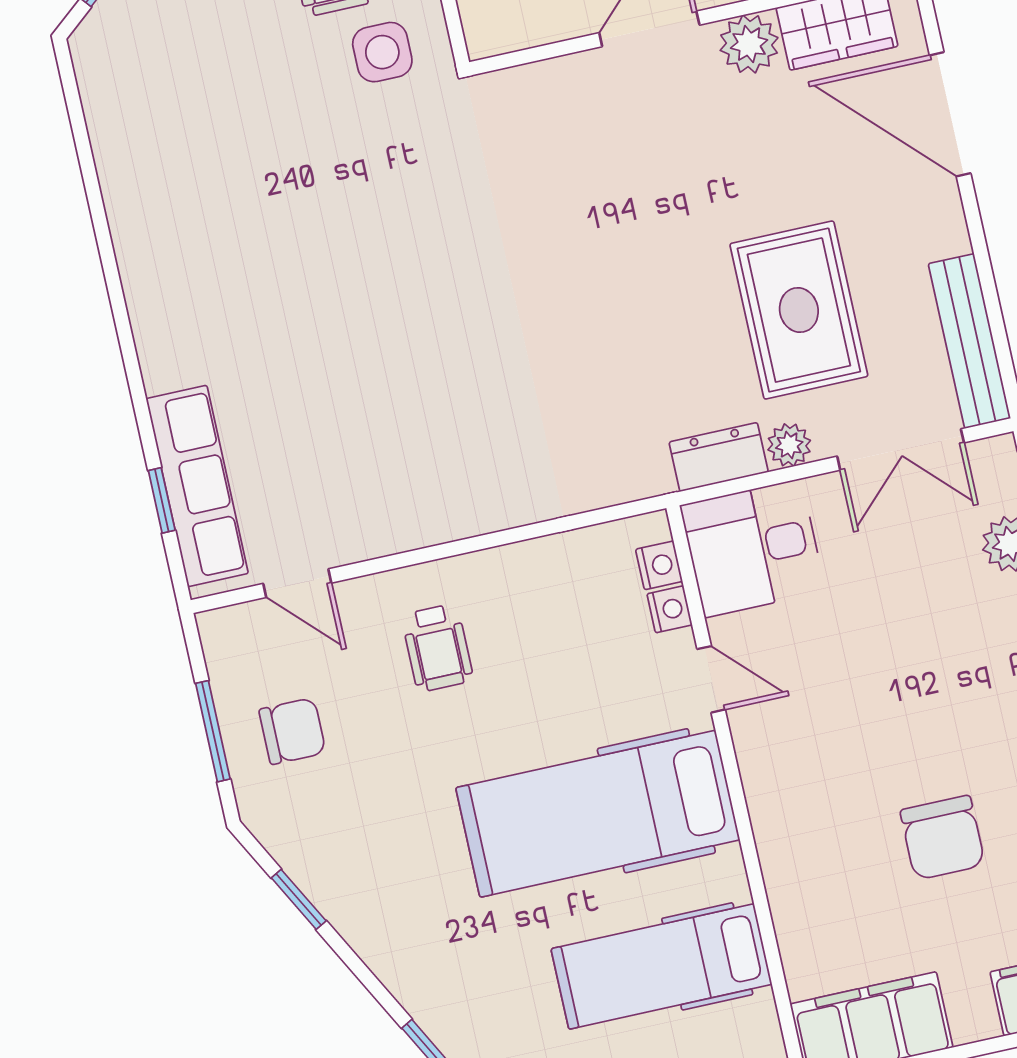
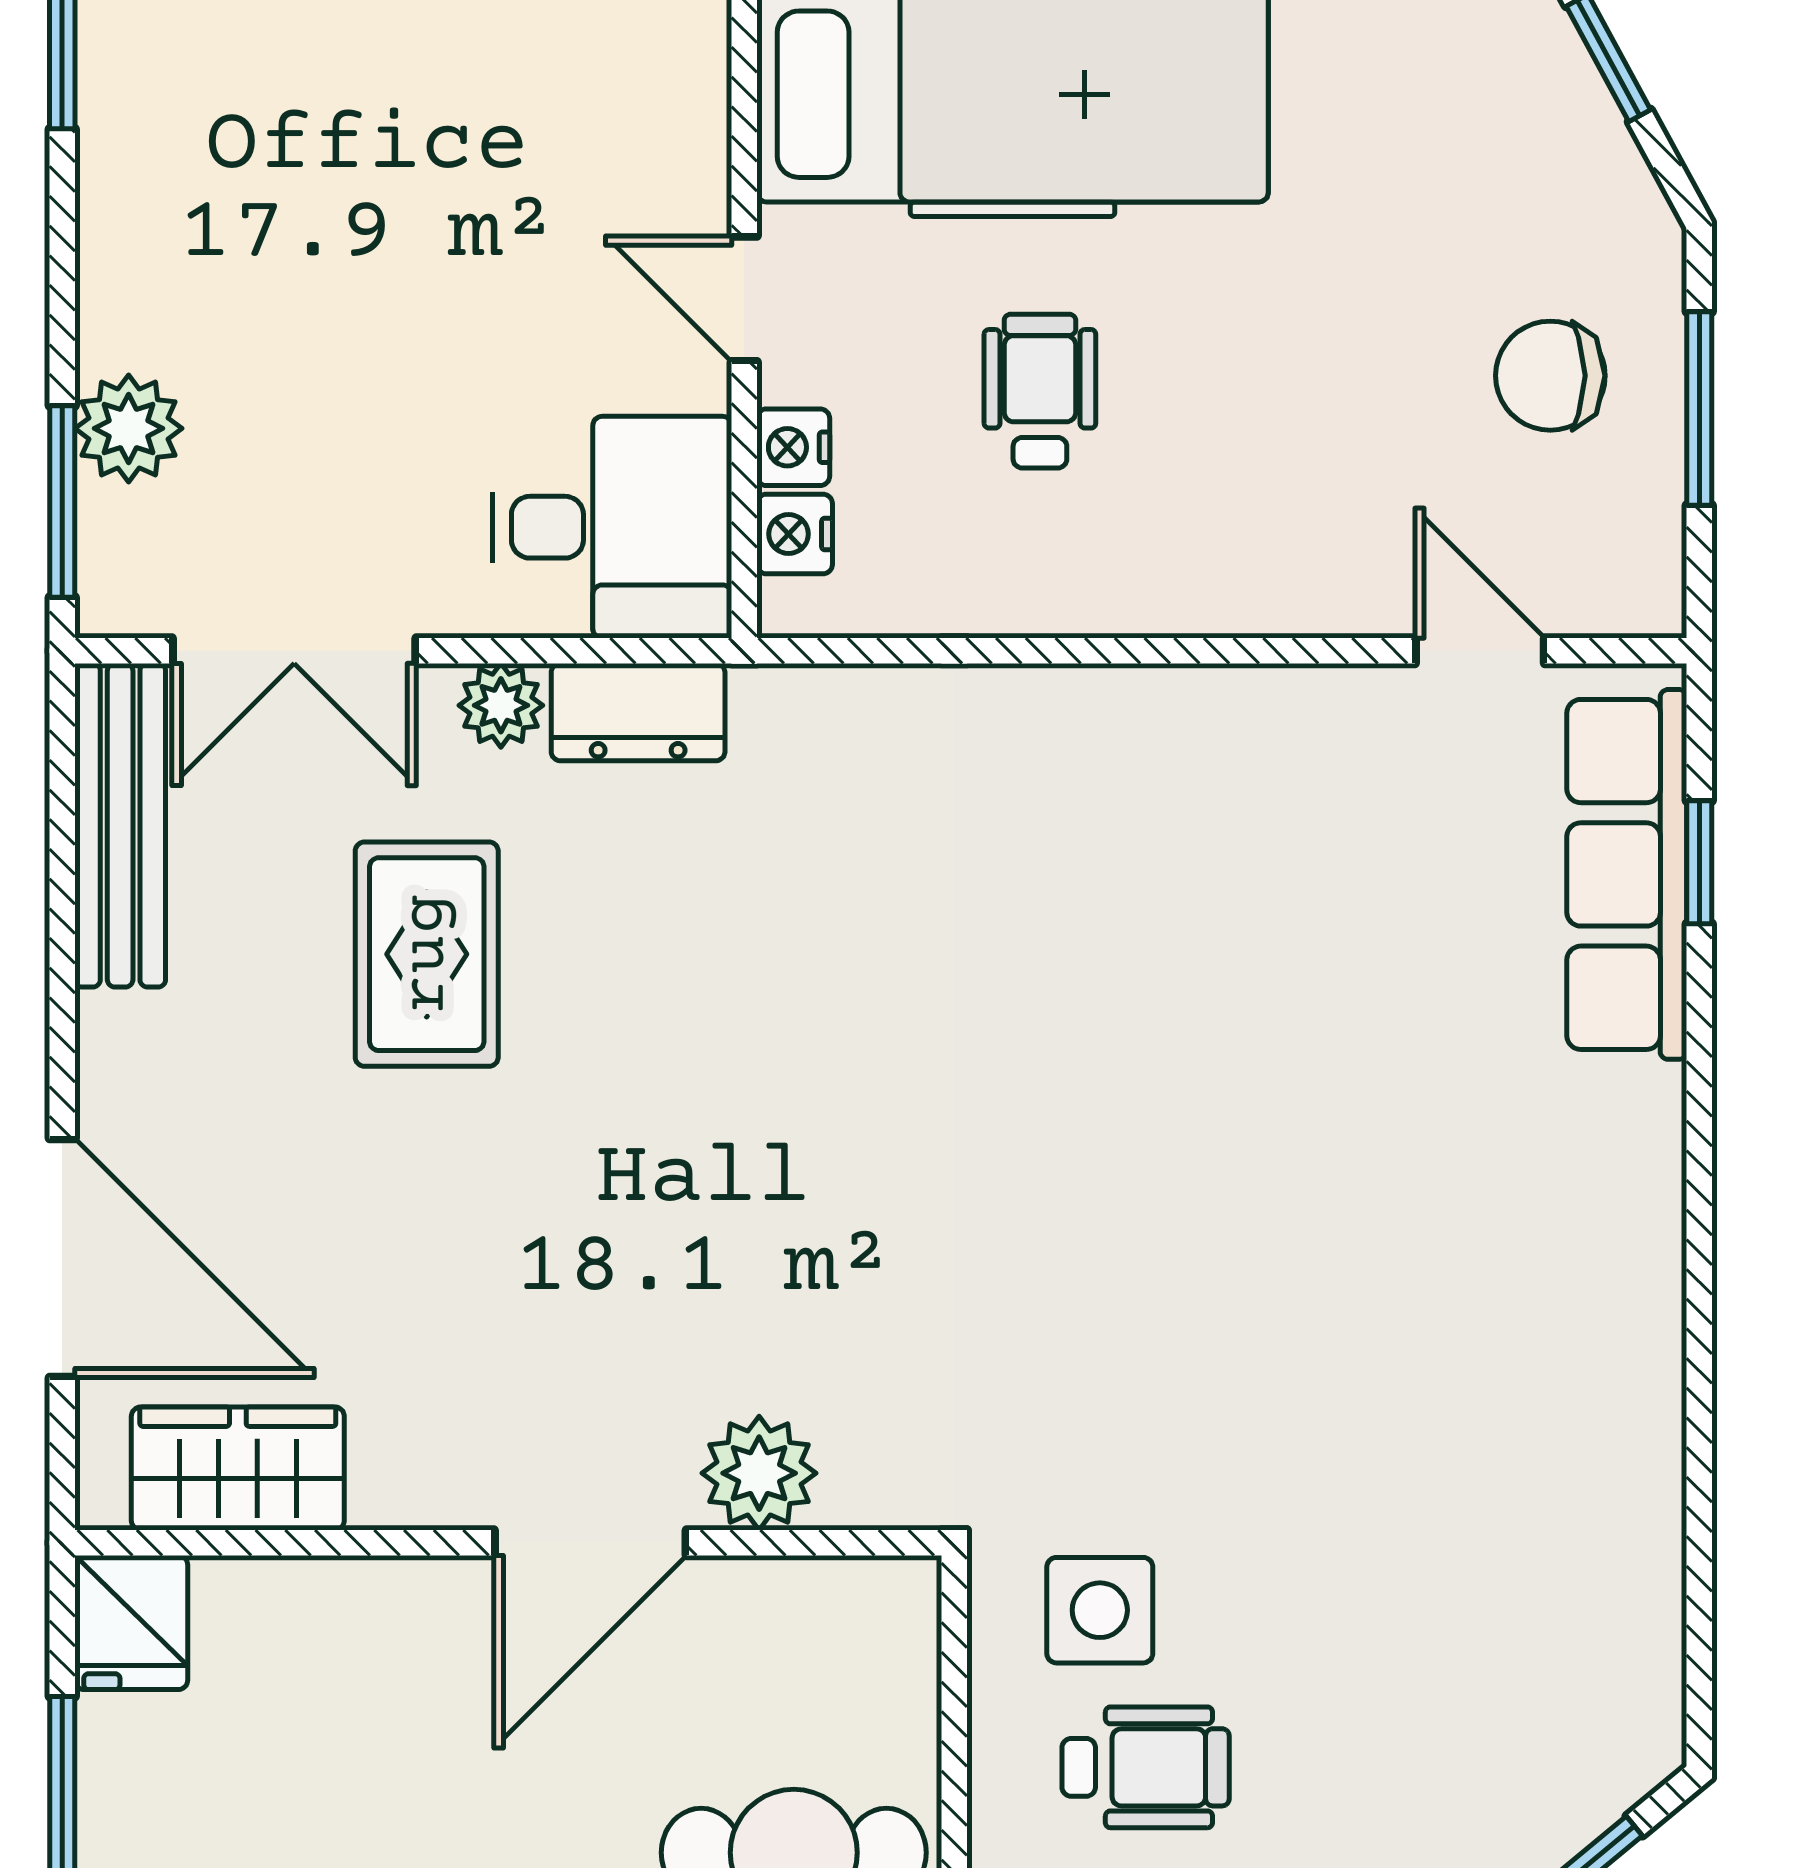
plant: (749, 44) -> (759, 1473), moved
rug: (799, 310) -> (427, 954), width x0.73, depth x0.70
double door: (901, 449) -> (294, 651), swing flipped
wheelchair: (437, 648) -> (1040, 391), moved

